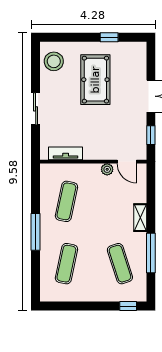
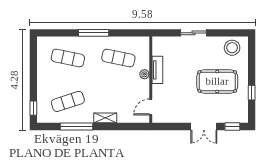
window: (151, 135) -> (232, 127), moved
tv unit: (66, 153) -> (157, 70), moved
plant: (107, 169) -> (144, 74), moved

